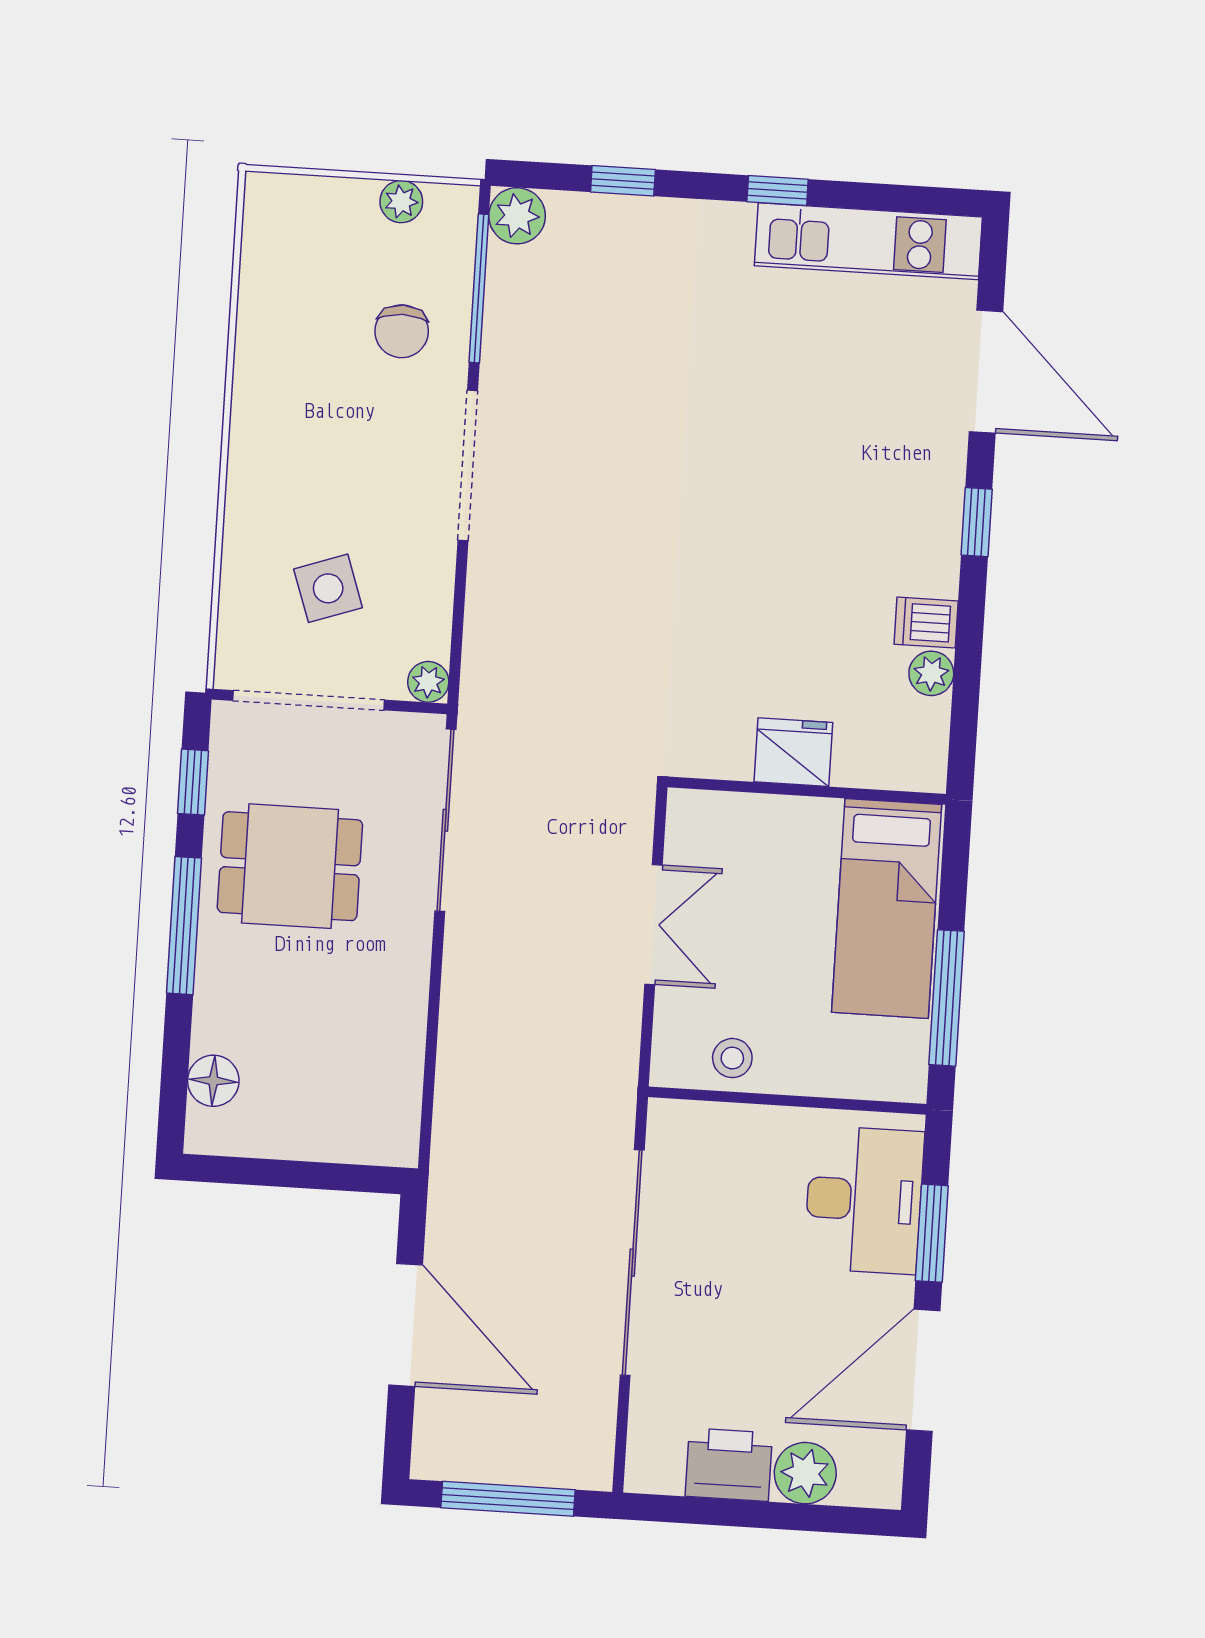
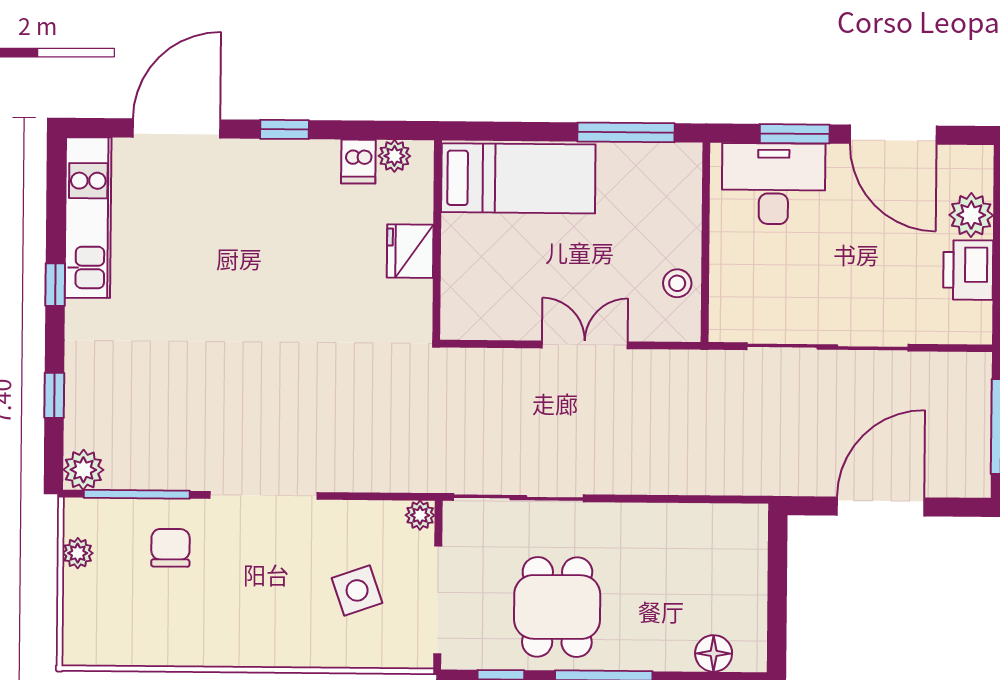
chair: (402, 331) -> (170, 548), turned -90
fridge: (793, 752) -> (410, 251), moved
wall: (807, 791) -> (437, 240), moved
bed: (887, 908) -> (518, 178), moved

